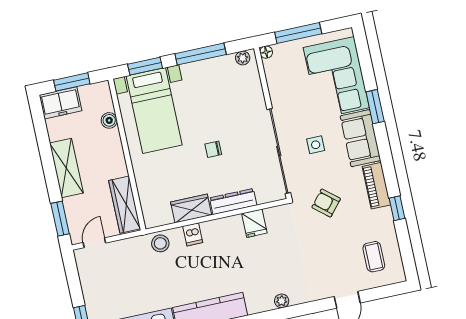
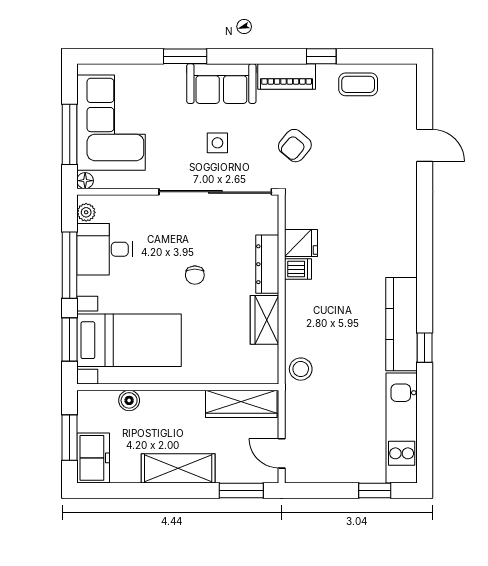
desk: (218, 78) -> (105, 249), added
corner sofa: (336, 78) -> (111, 123), moved, turned -90
dishwasher: (193, 234) -> (298, 269), moved
coffee table: (374, 257) -> (358, 84), moved
plant: (282, 301) -> (408, 230), removed

